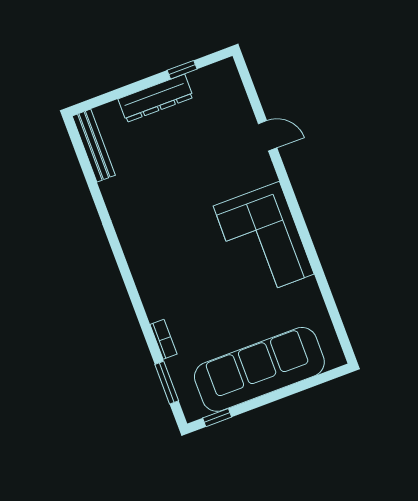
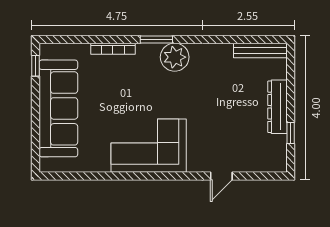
plant: (142, 249) -> (175, 57), added
bookcase: (164, 339) -> (113, 49), width x1.56
window: (167, 383) -> (156, 39), moved

